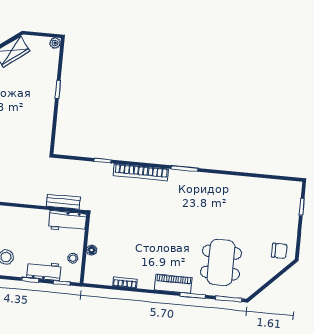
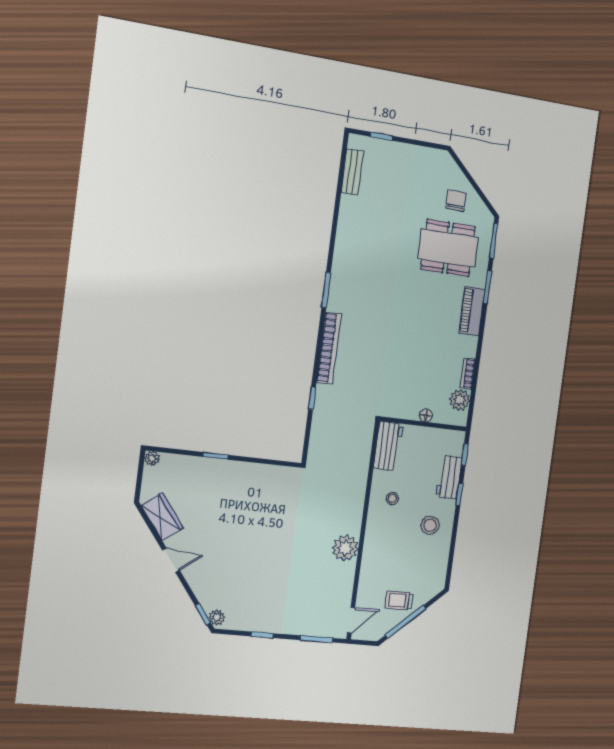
bench: (63, 202) -> (352, 172), moved
chair: (279, 251) -> (456, 201), moved
stool: (73, 258) -> (392, 498), moved
plant: (104, 277) -> (460, 400), added

